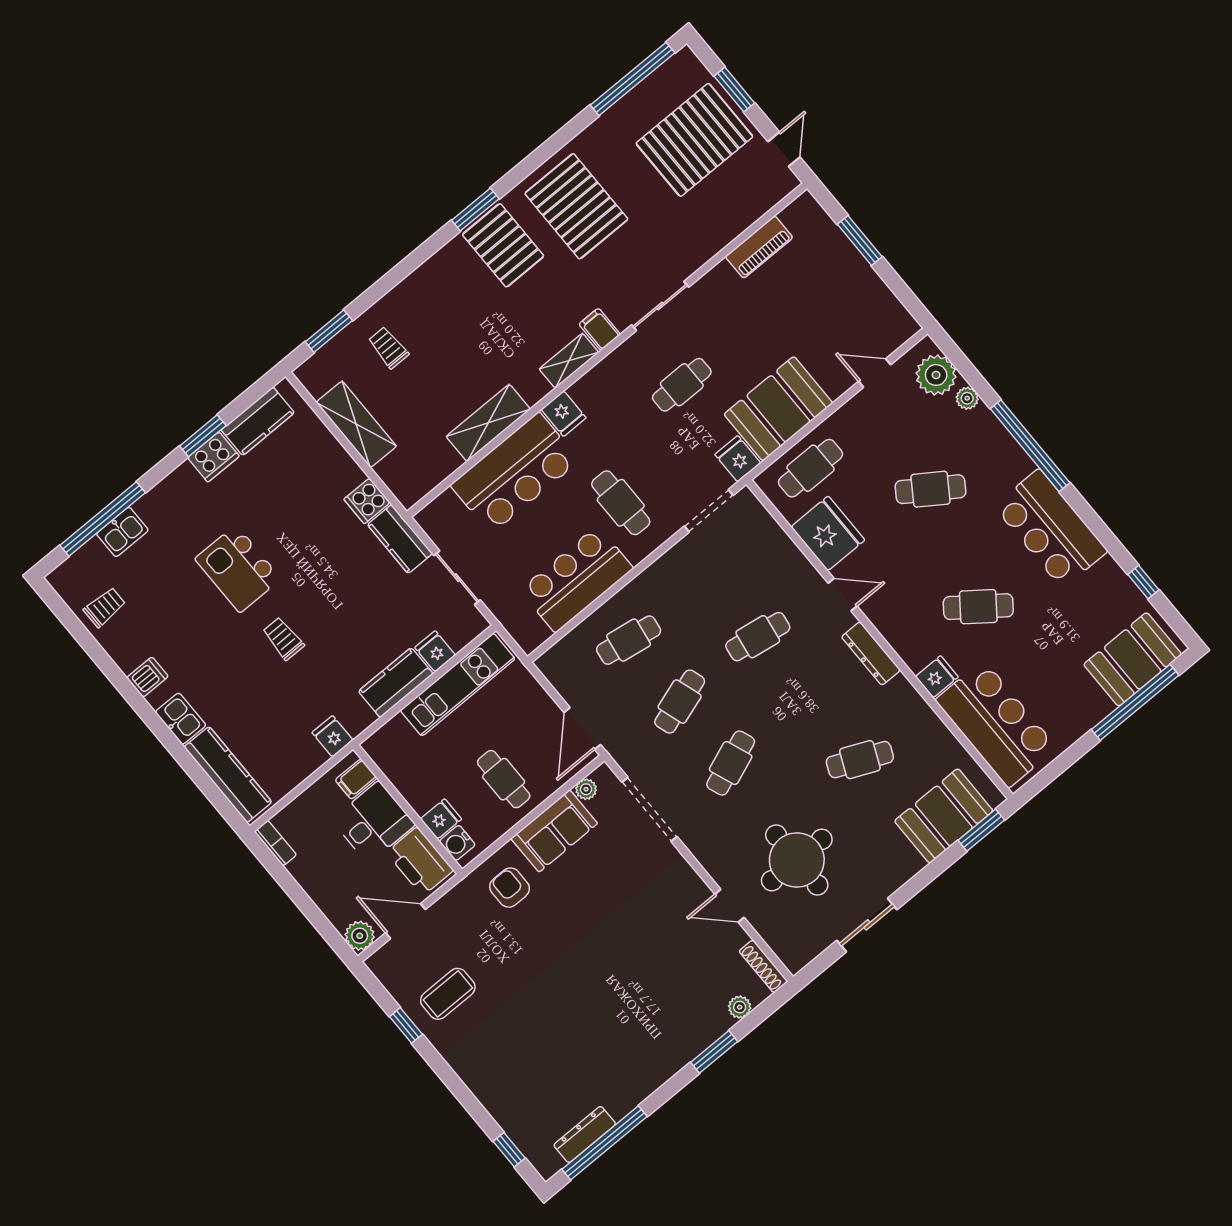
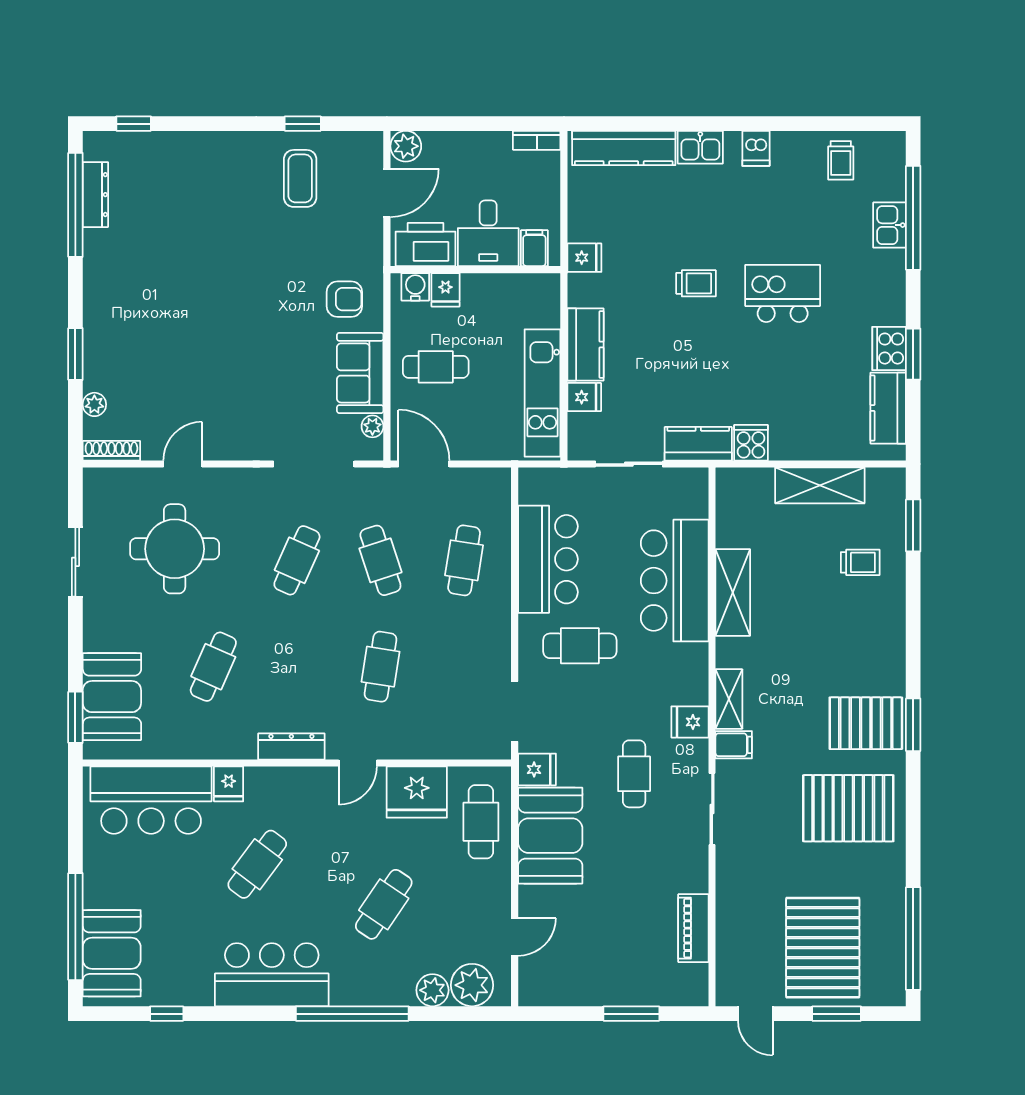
plant: (967, 398) -> (432, 990), width x1.38, depth x1.38
fridge: (564, 414) -> (690, 722), moved
cafe table: (731, 763) -> (297, 560), turned 45

